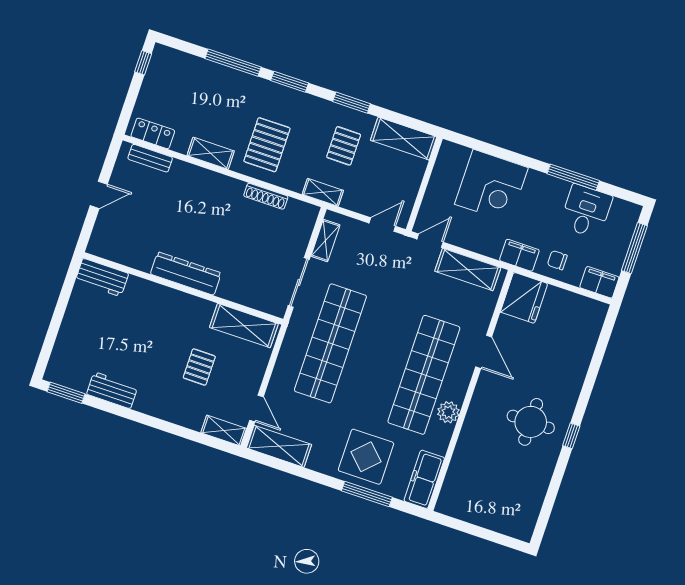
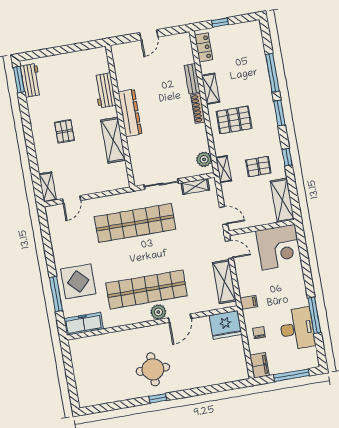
window: (143, 63) -> (220, 23), moved
window: (352, 103) -> (287, 157), width x0.67
bench: (150, 158) -> (192, 79), moved
corner desk: (491, 186) -> (279, 247), moved, turned -90
door: (99, 195) -> (149, 35), hinge flipped
shoe rack: (266, 196) -> (198, 108), moved
plant: (297, 211) -> (204, 159), added
desk: (586, 211) -> (297, 329), width x1.37
filing cabinet: (519, 255) -> (249, 302), width x0.50
workbench: (102, 277) -> (105, 90), moved
shelving: (244, 326) -> (113, 140), moved
pallet: (199, 367) -> (64, 131), moved, turned 90
workbench: (112, 390) -> (31, 80), moved
plant: (448, 412) -> (158, 312), moved
shelving: (279, 446) -> (56, 226), removed

